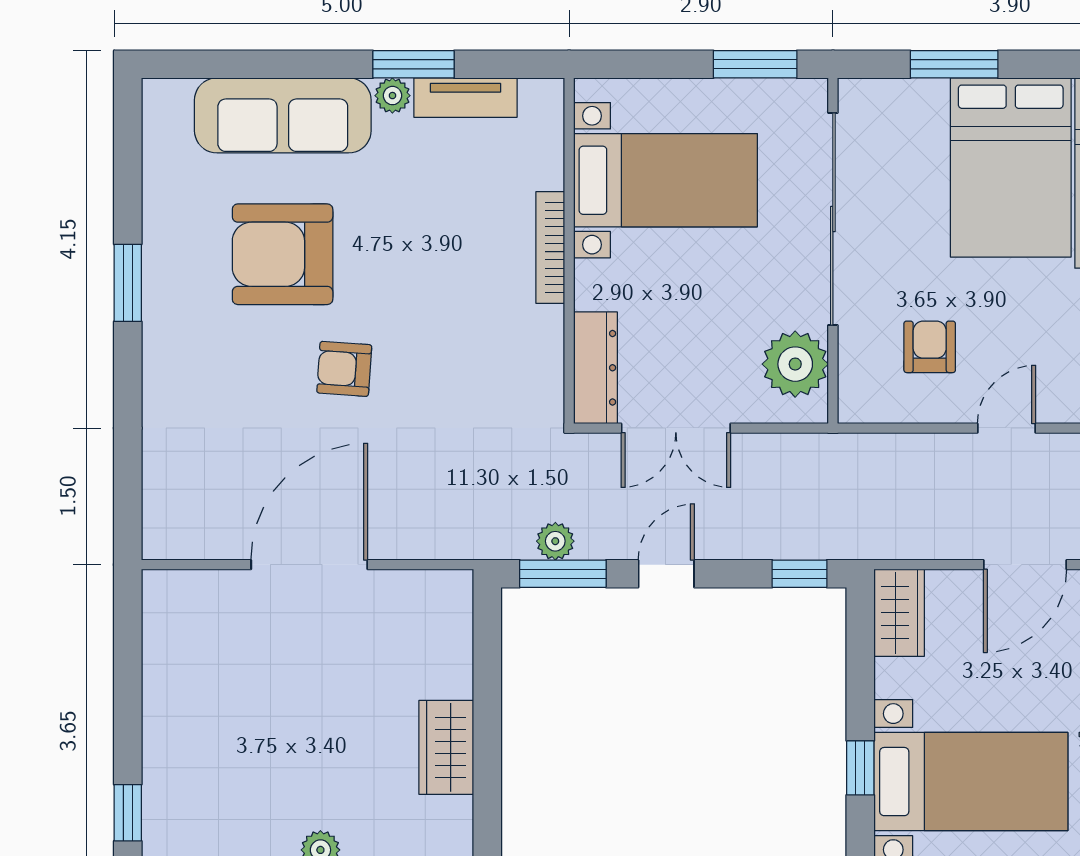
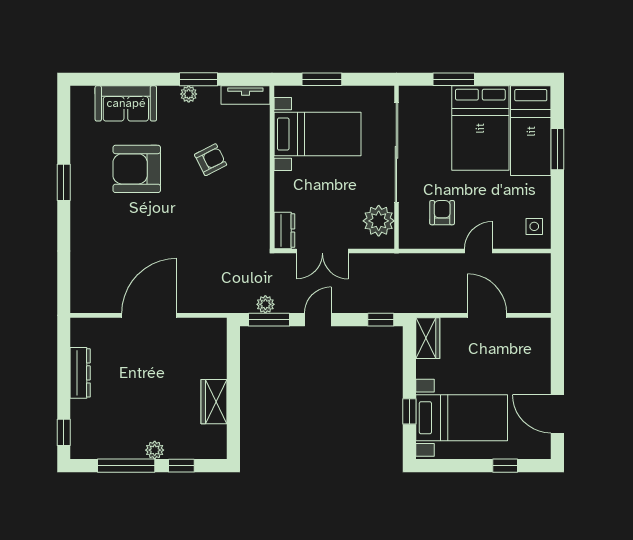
window: (755, 64) -> (322, 79), moved
tv unit: (465, 98) -> (245, 95), moved
sofa: (283, 115) -> (126, 103), width x0.73
bookcase: (550, 248) -> (263, 166), removed
dresser: (595, 368) -> (284, 231), width x0.70
armchair: (344, 369) -> (211, 160), moved, turned 149
door: (1025, 565) -> (487, 315), swing flipped
dresser: (163, 687) -> (80, 373), added

